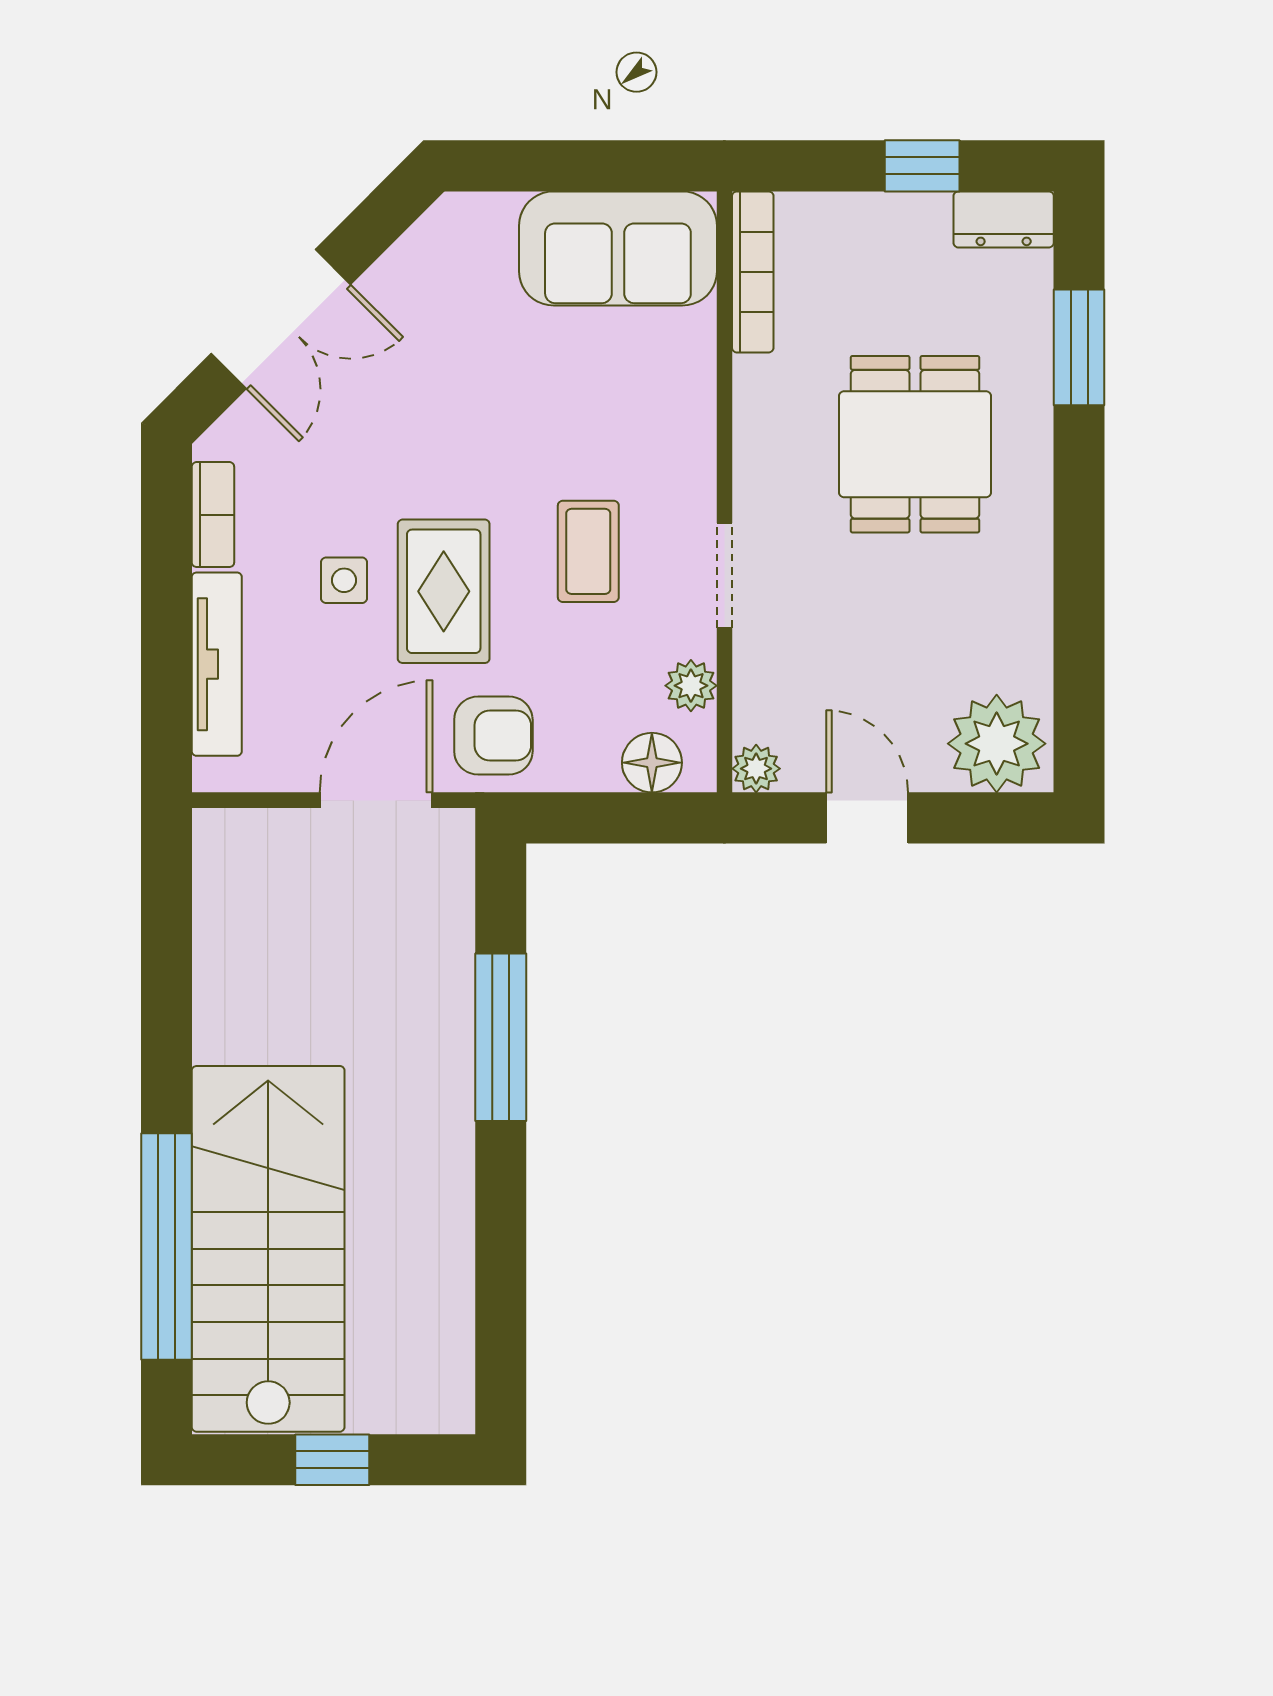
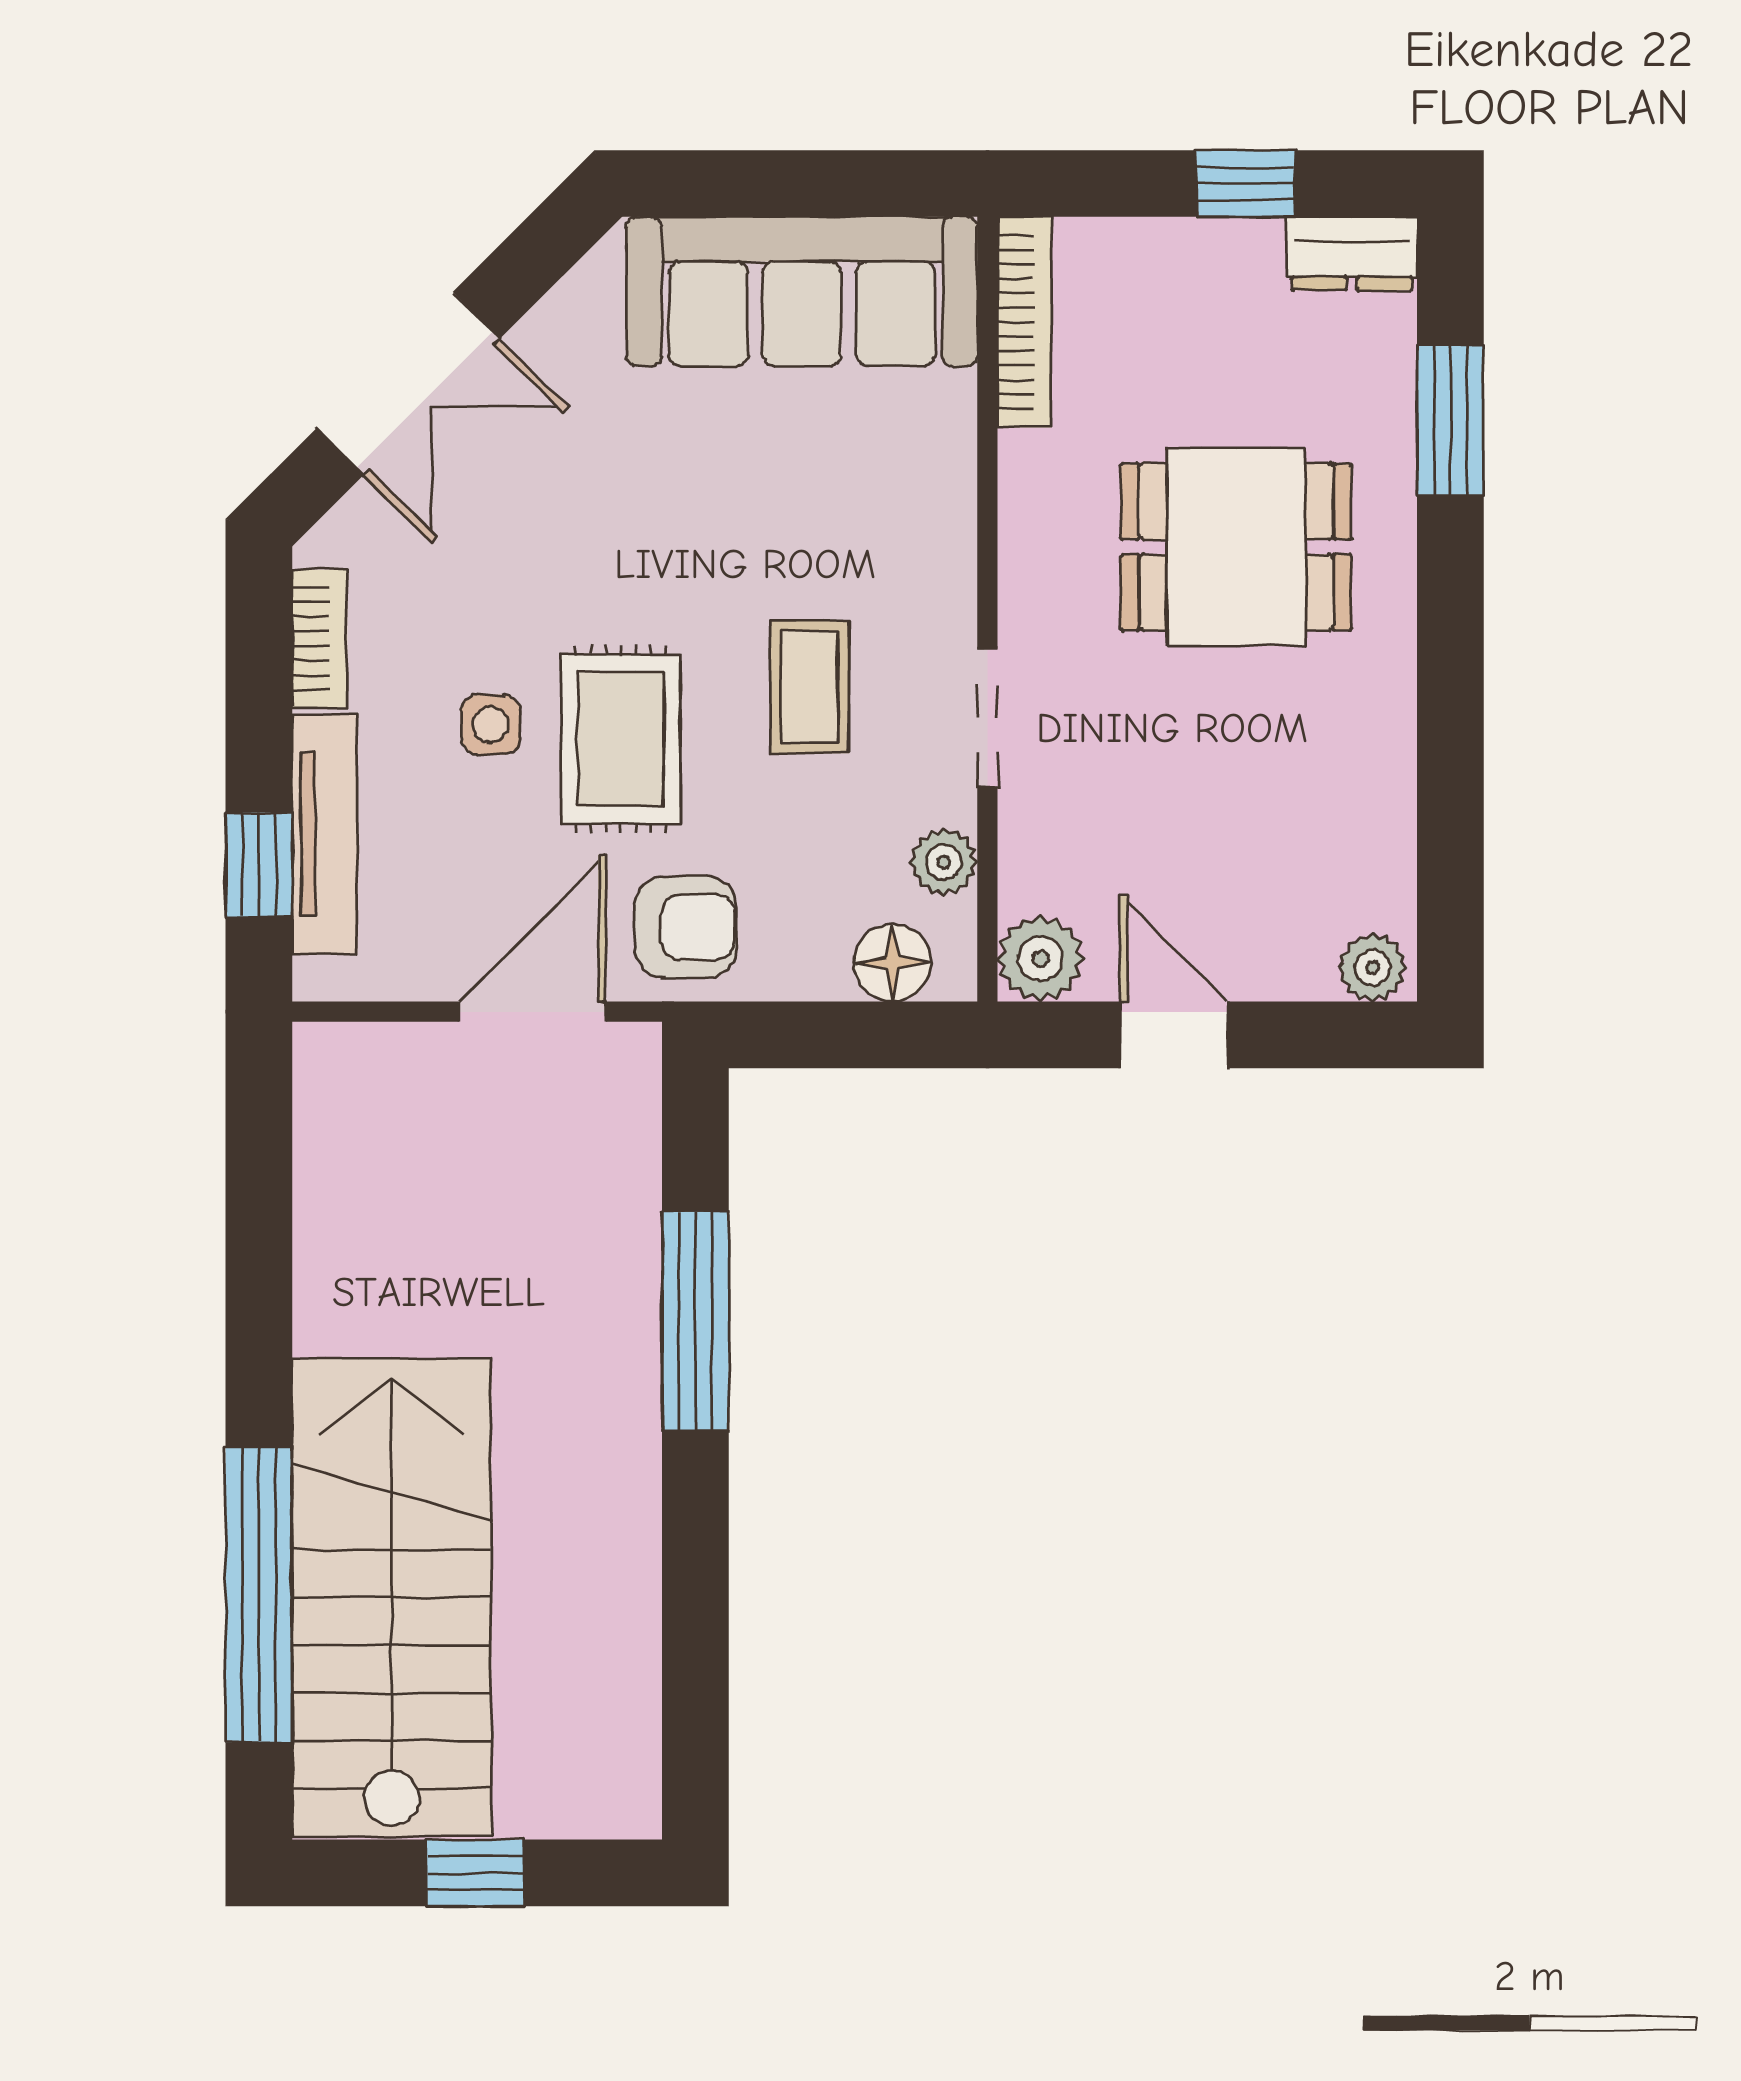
sofa: (618, 248) -> (802, 291), width x1.36
dining table: (915, 444) -> (1236, 547), turned 90
window: (166, 688) -> (259, 865), added
plant: (997, 744) -> (1373, 968), width x0.53, depth x0.53
plant: (756, 769) -> (1040, 959), width x1.38, depth x1.38

